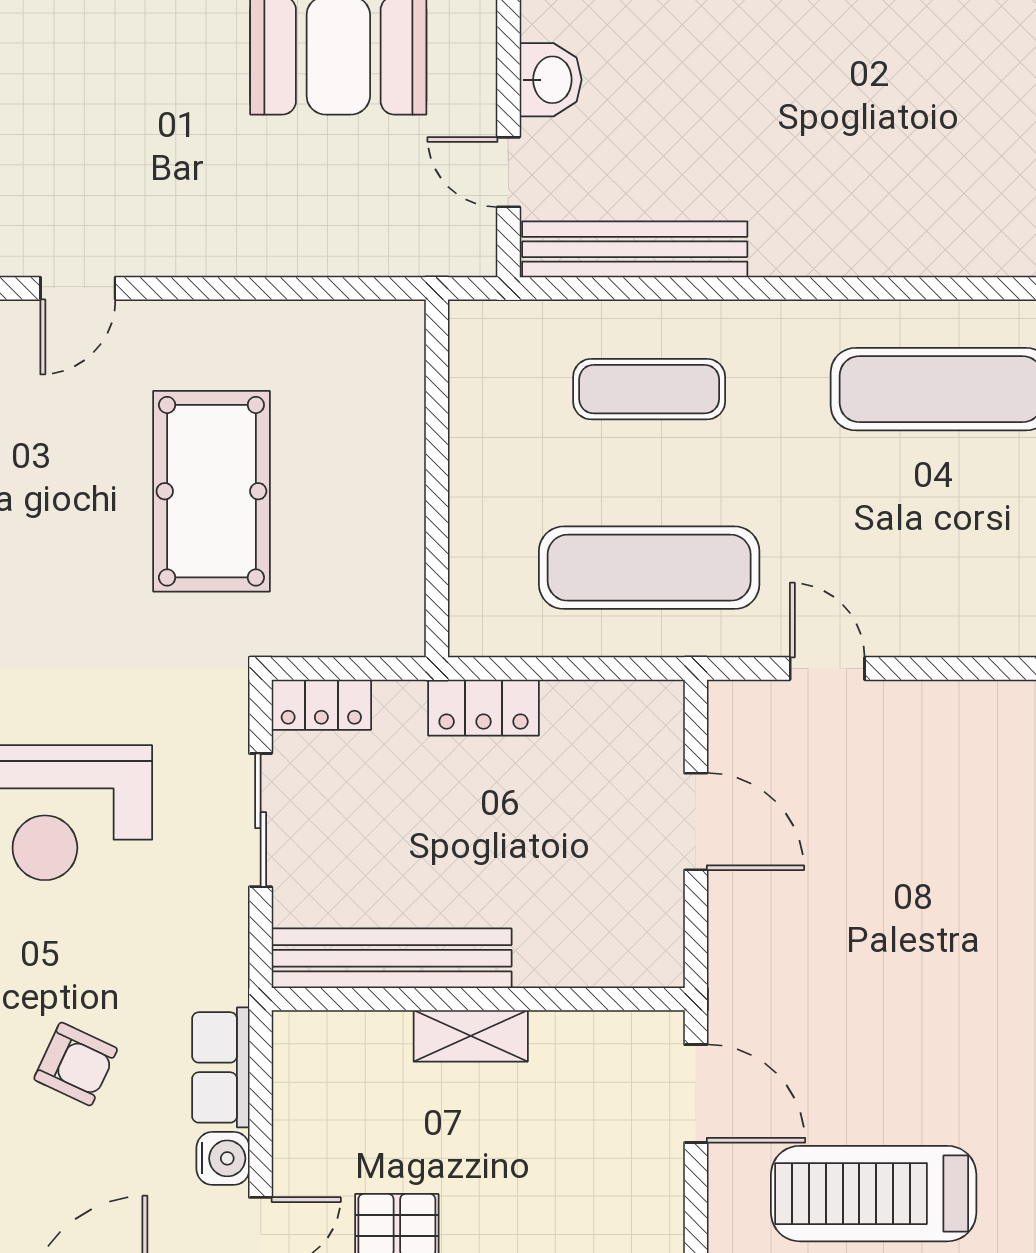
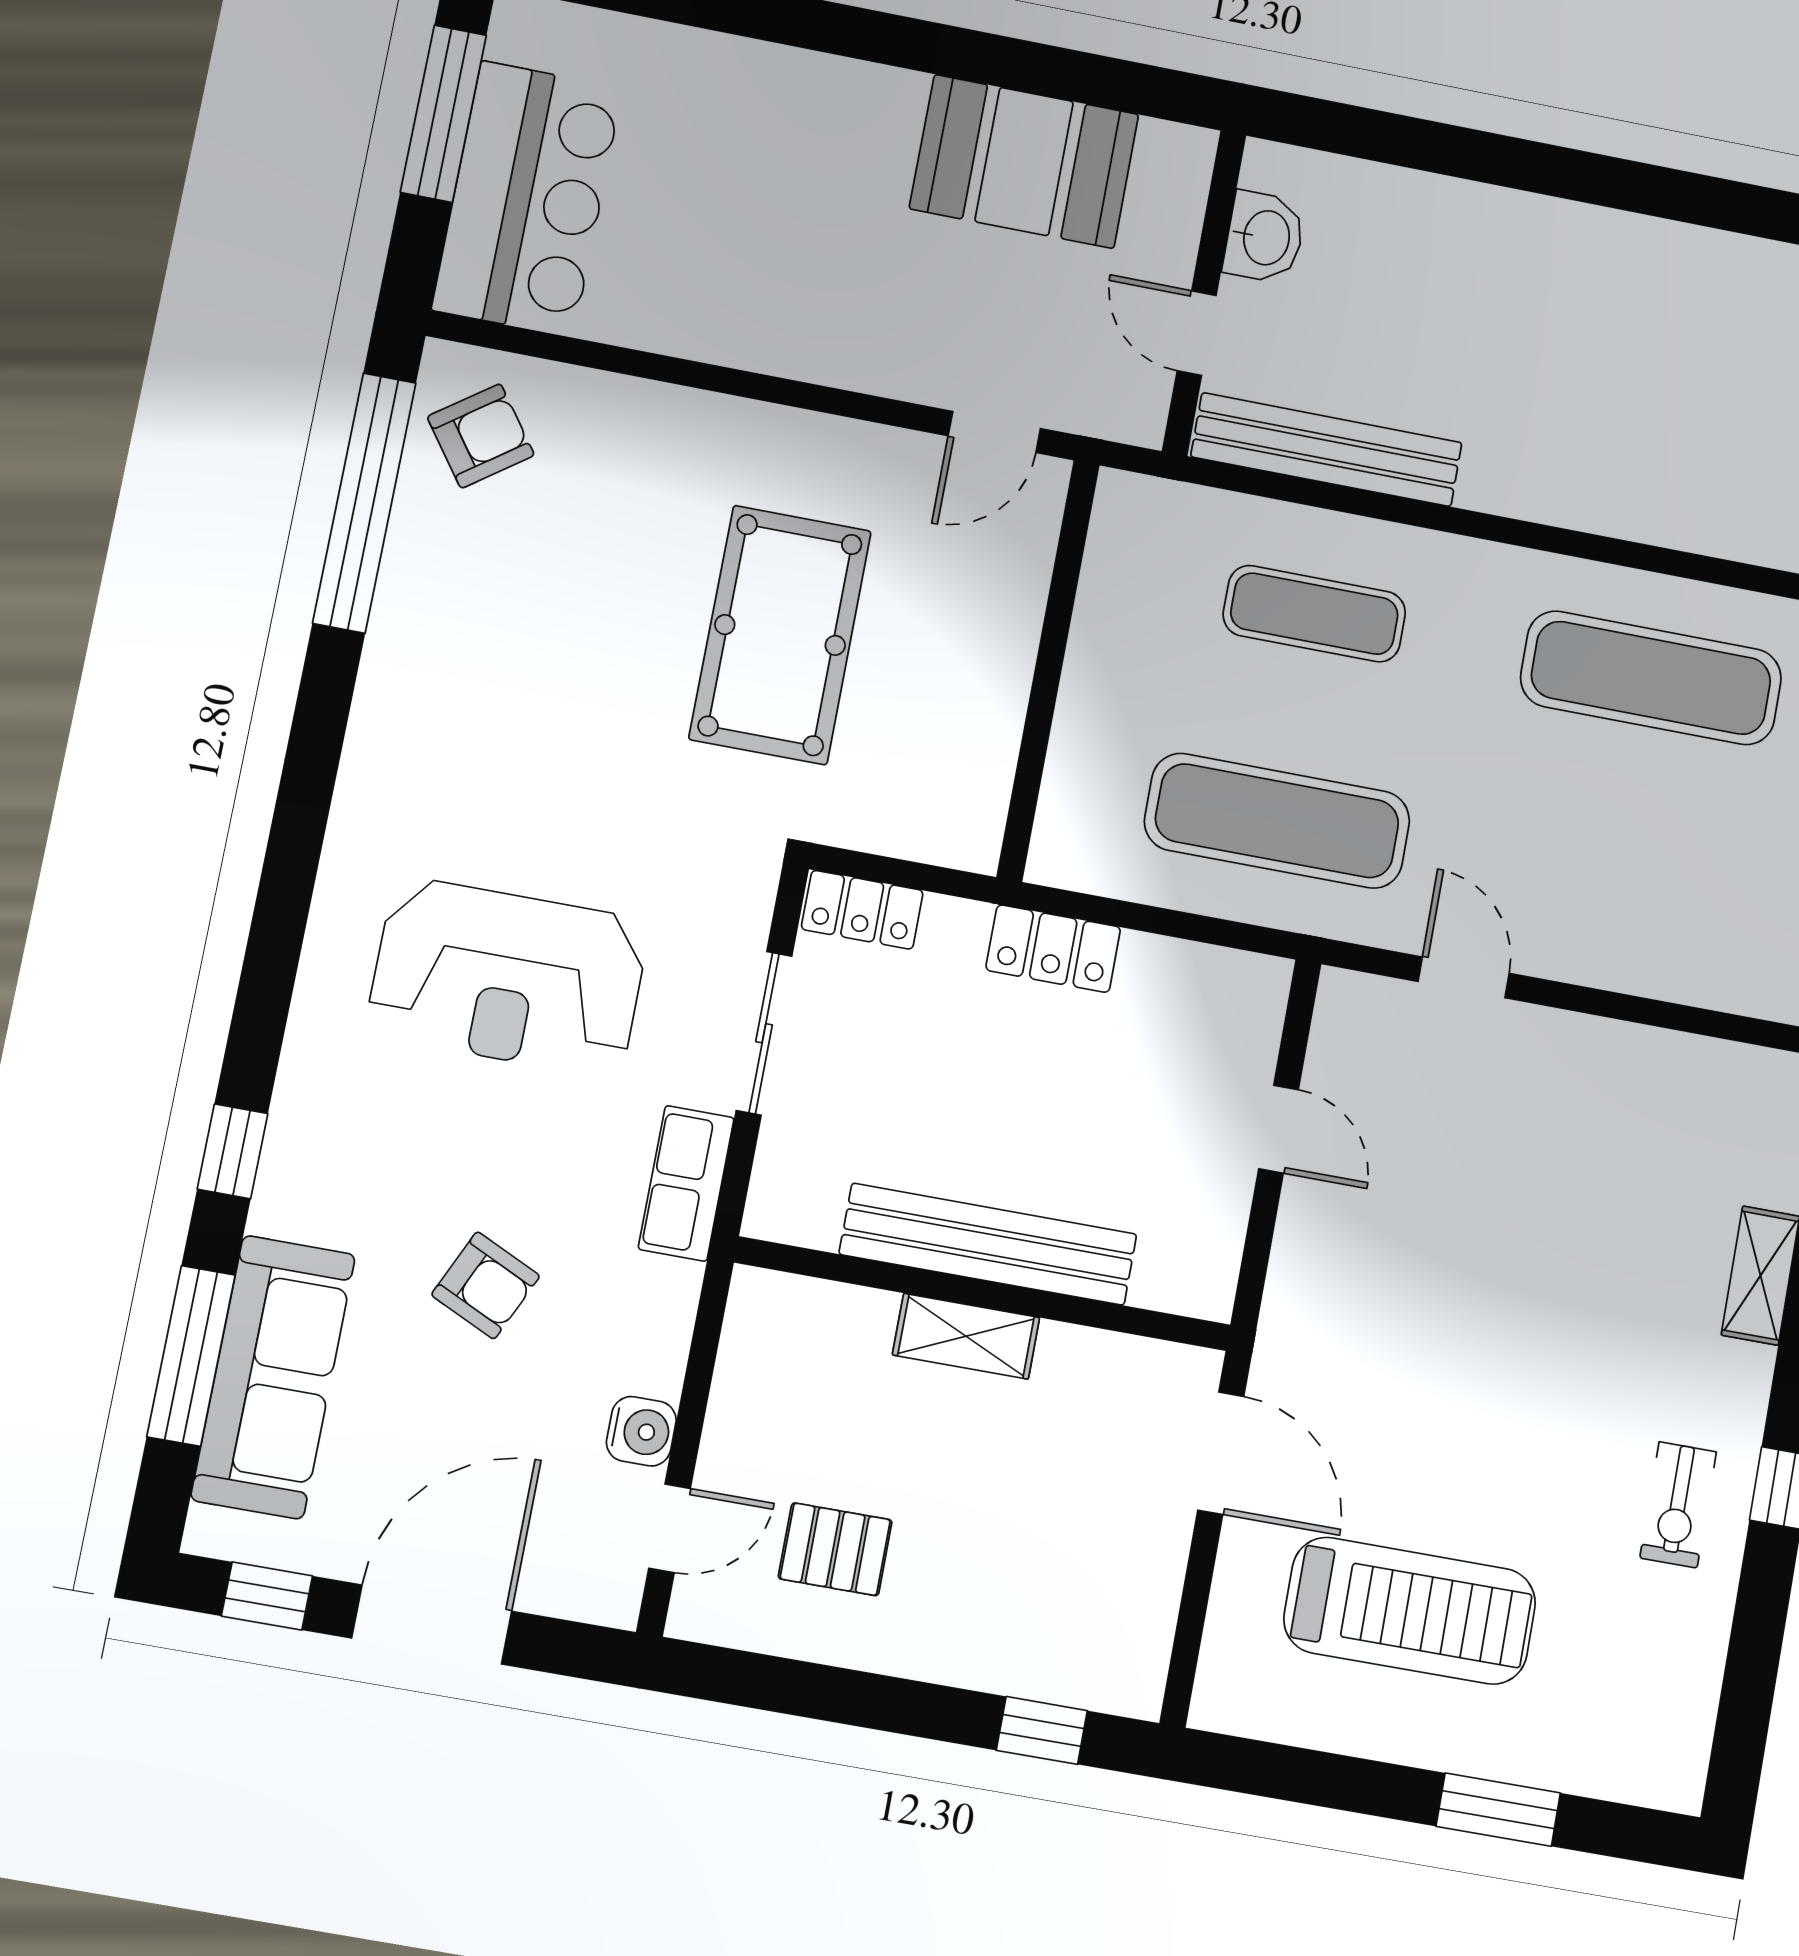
door: (78, 288) -> (994, 432), moved
door: (696, 822) -> (1278, 1129), width x0.73
bench: (392, 958) -> (988, 1244), moved
row of seats: (221, 1067) -> (686, 1183), moved
treadmill: (874, 1194) -> (1410, 1611), turned 180

